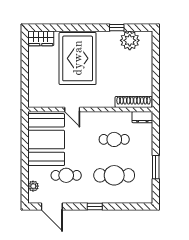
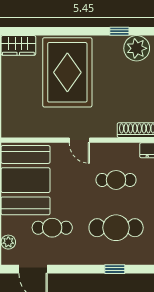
door: (72, 110) -> (79, 140), moved
window: (95, 207) -> (115, 269), moved

